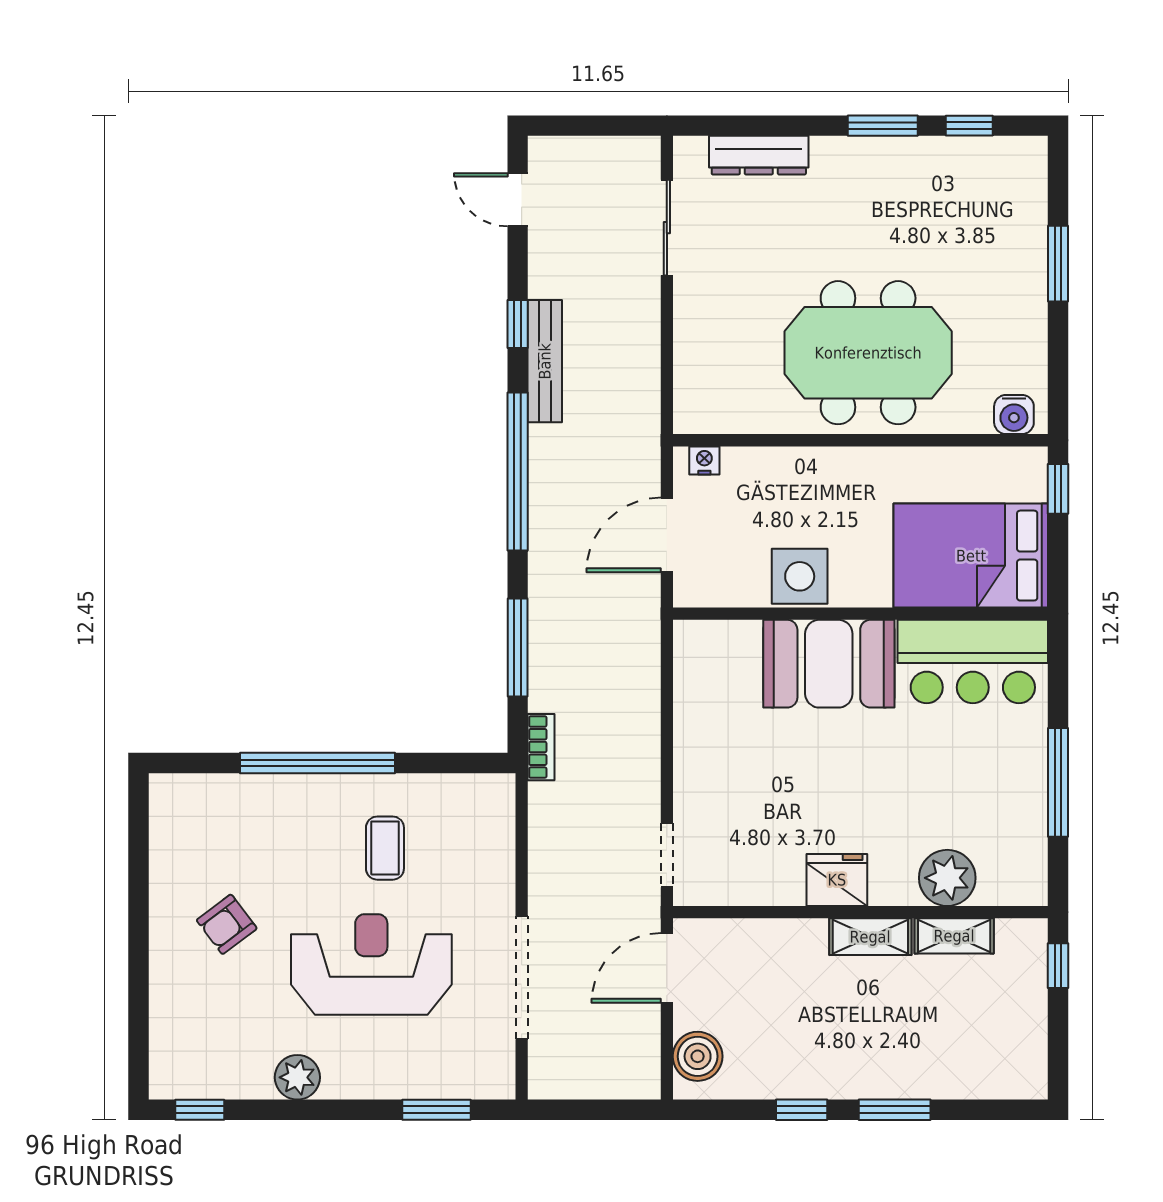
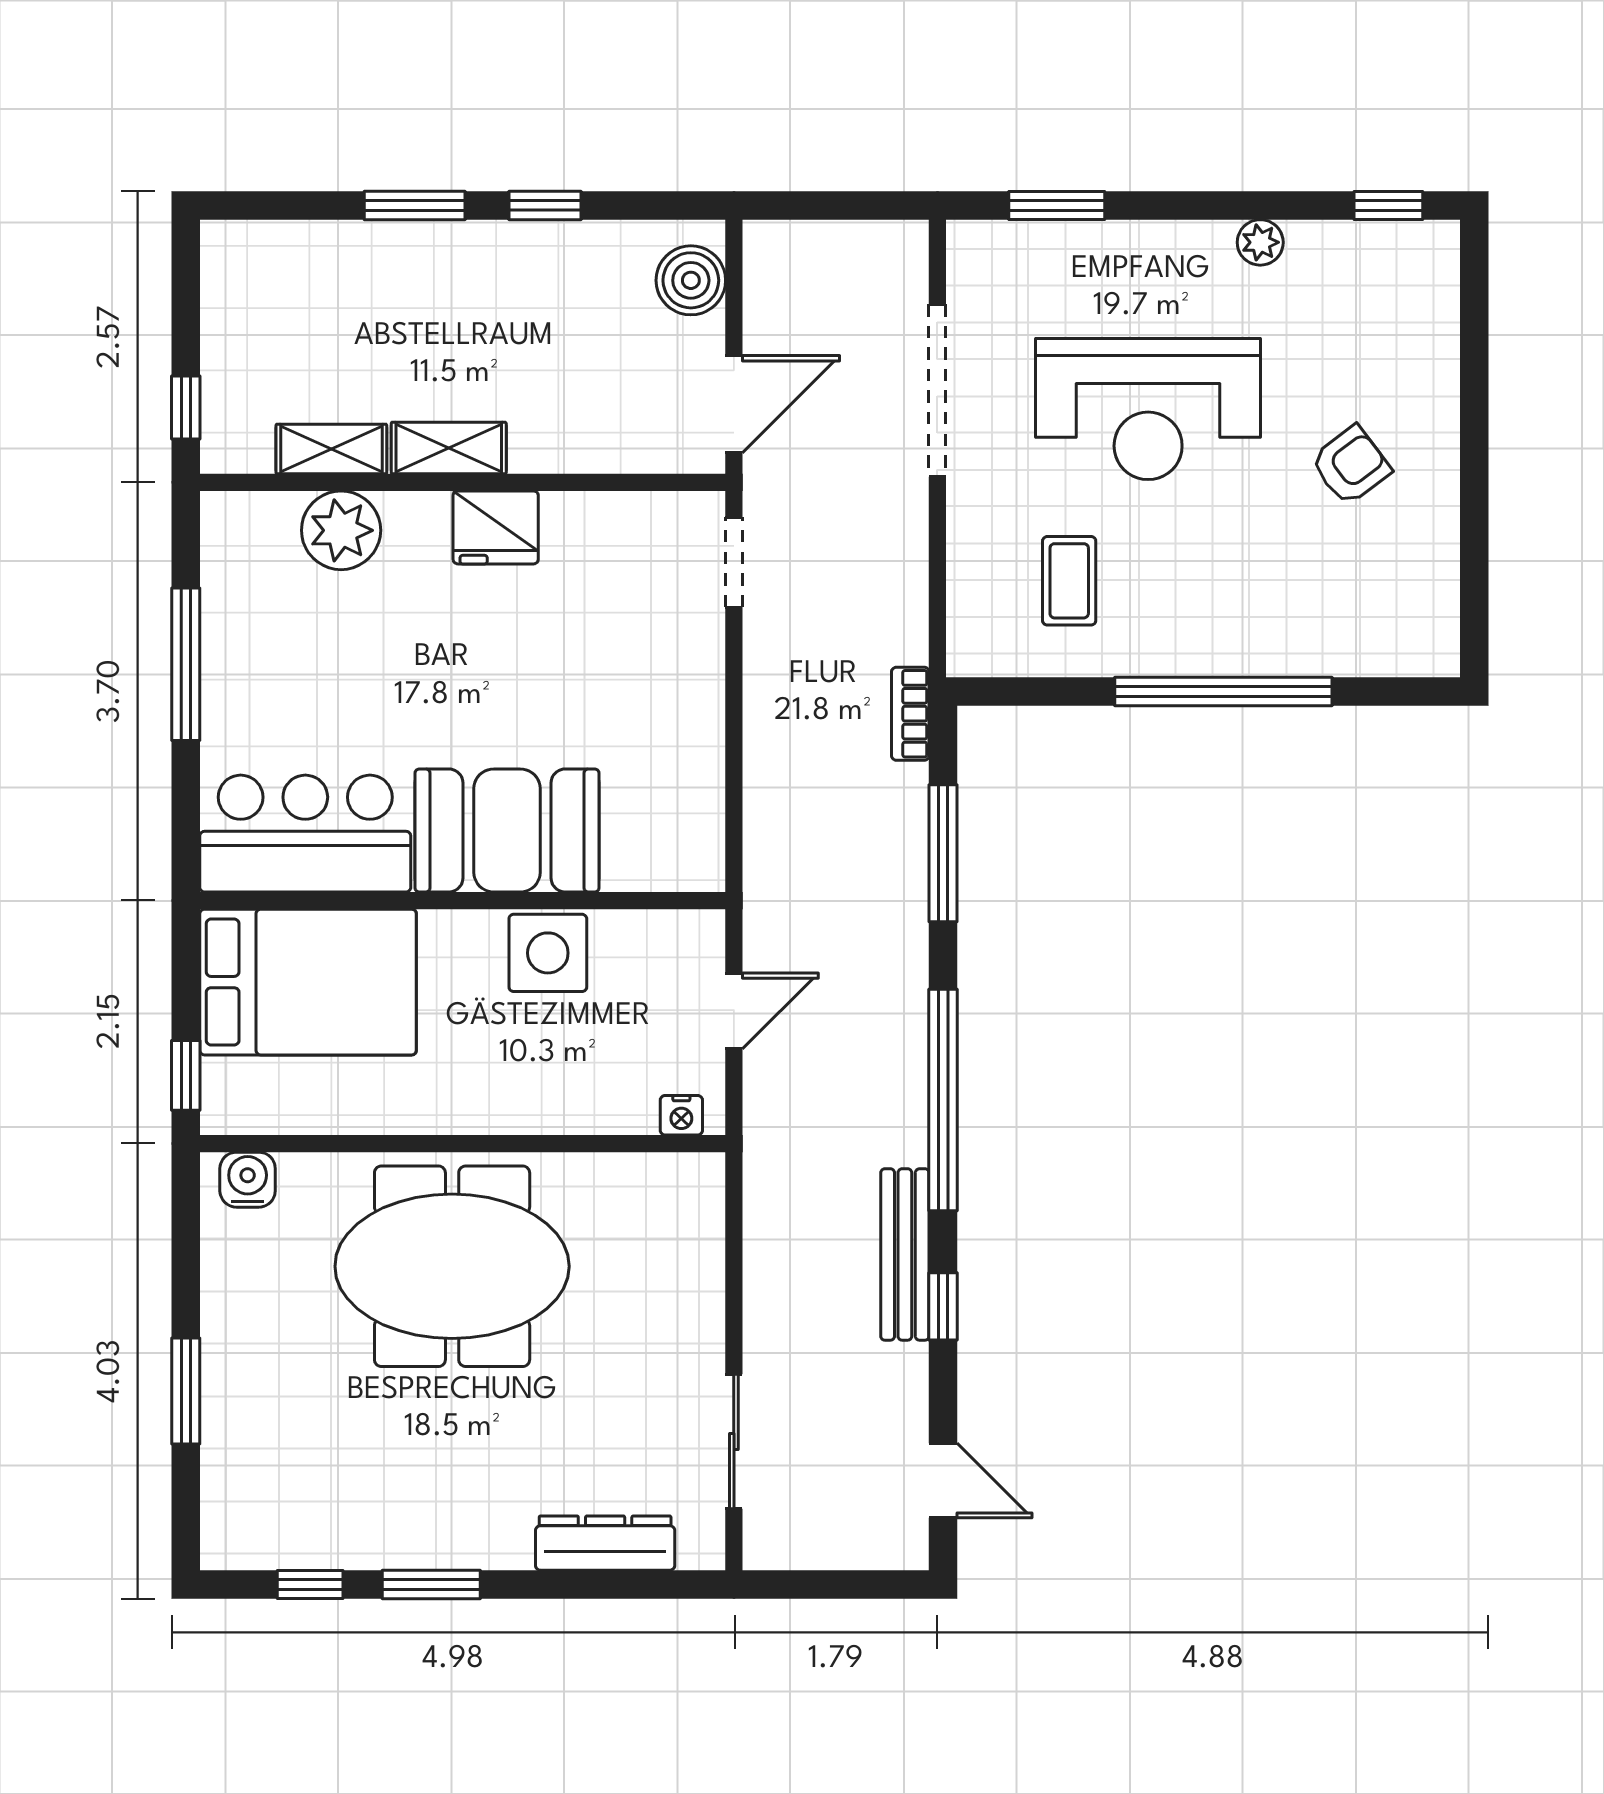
door: (667, 535) -> (734, 1011), width x0.73
coffee table: (385, 848) -> (1069, 581), moved
plant: (297, 1077) -> (1260, 242), width x0.73, depth x0.73

